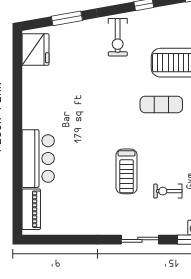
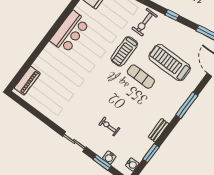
bar counter: (38, 159) -> (70, 32), moved
treadmill: (127, 171) -> (124, 51), moved

